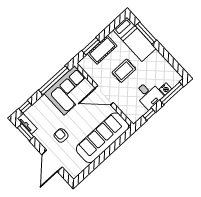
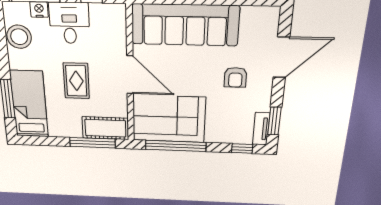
window: (91, 46) -> (92, 143), width x1.44
cot: (102, 50) -> (105, 128), moved
stool: (164, 69) -> (19, 37), added
rug: (124, 71) -> (76, 81), turned 90

